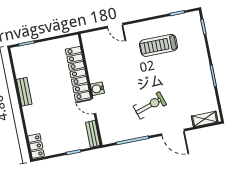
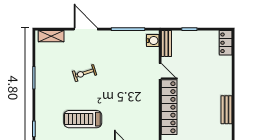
treadmill: (158, 45) -> (83, 119), turned 180
water cooler: (97, 89) -> (153, 41), moved
bench: (24, 92) -> (227, 110), moved
exercise bike: (150, 105) -> (84, 73), moved, width x0.73, depth x0.72

